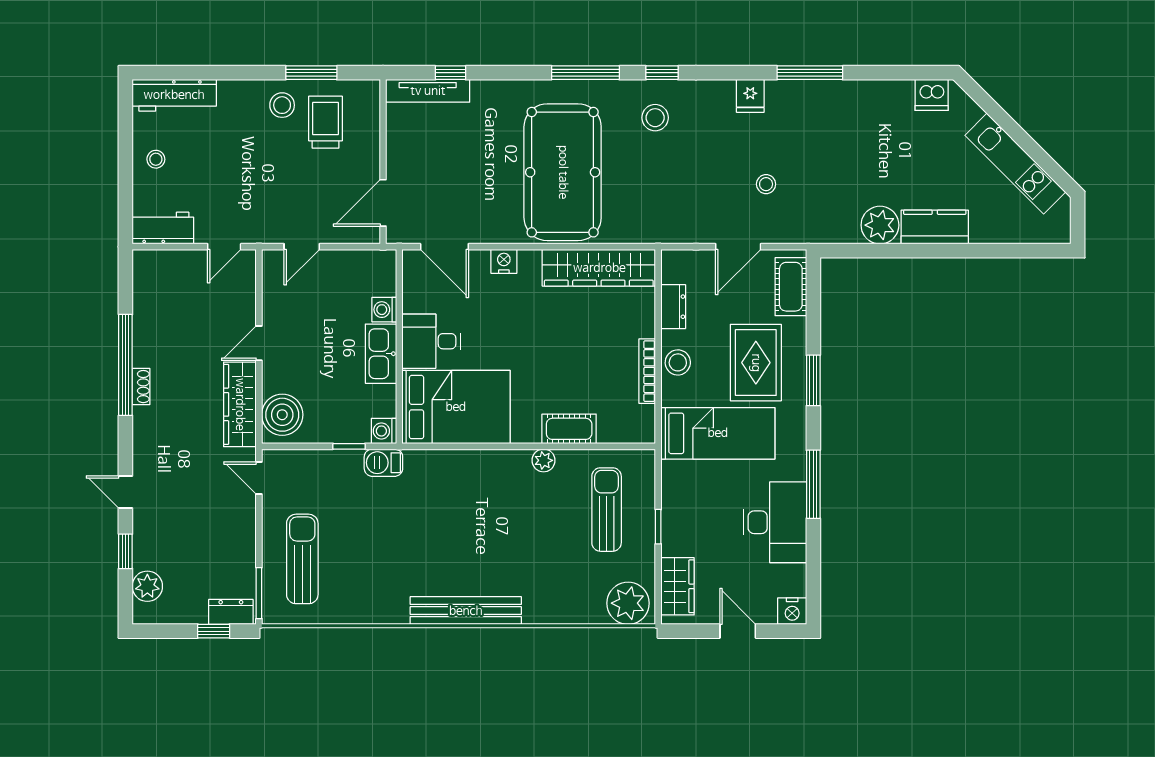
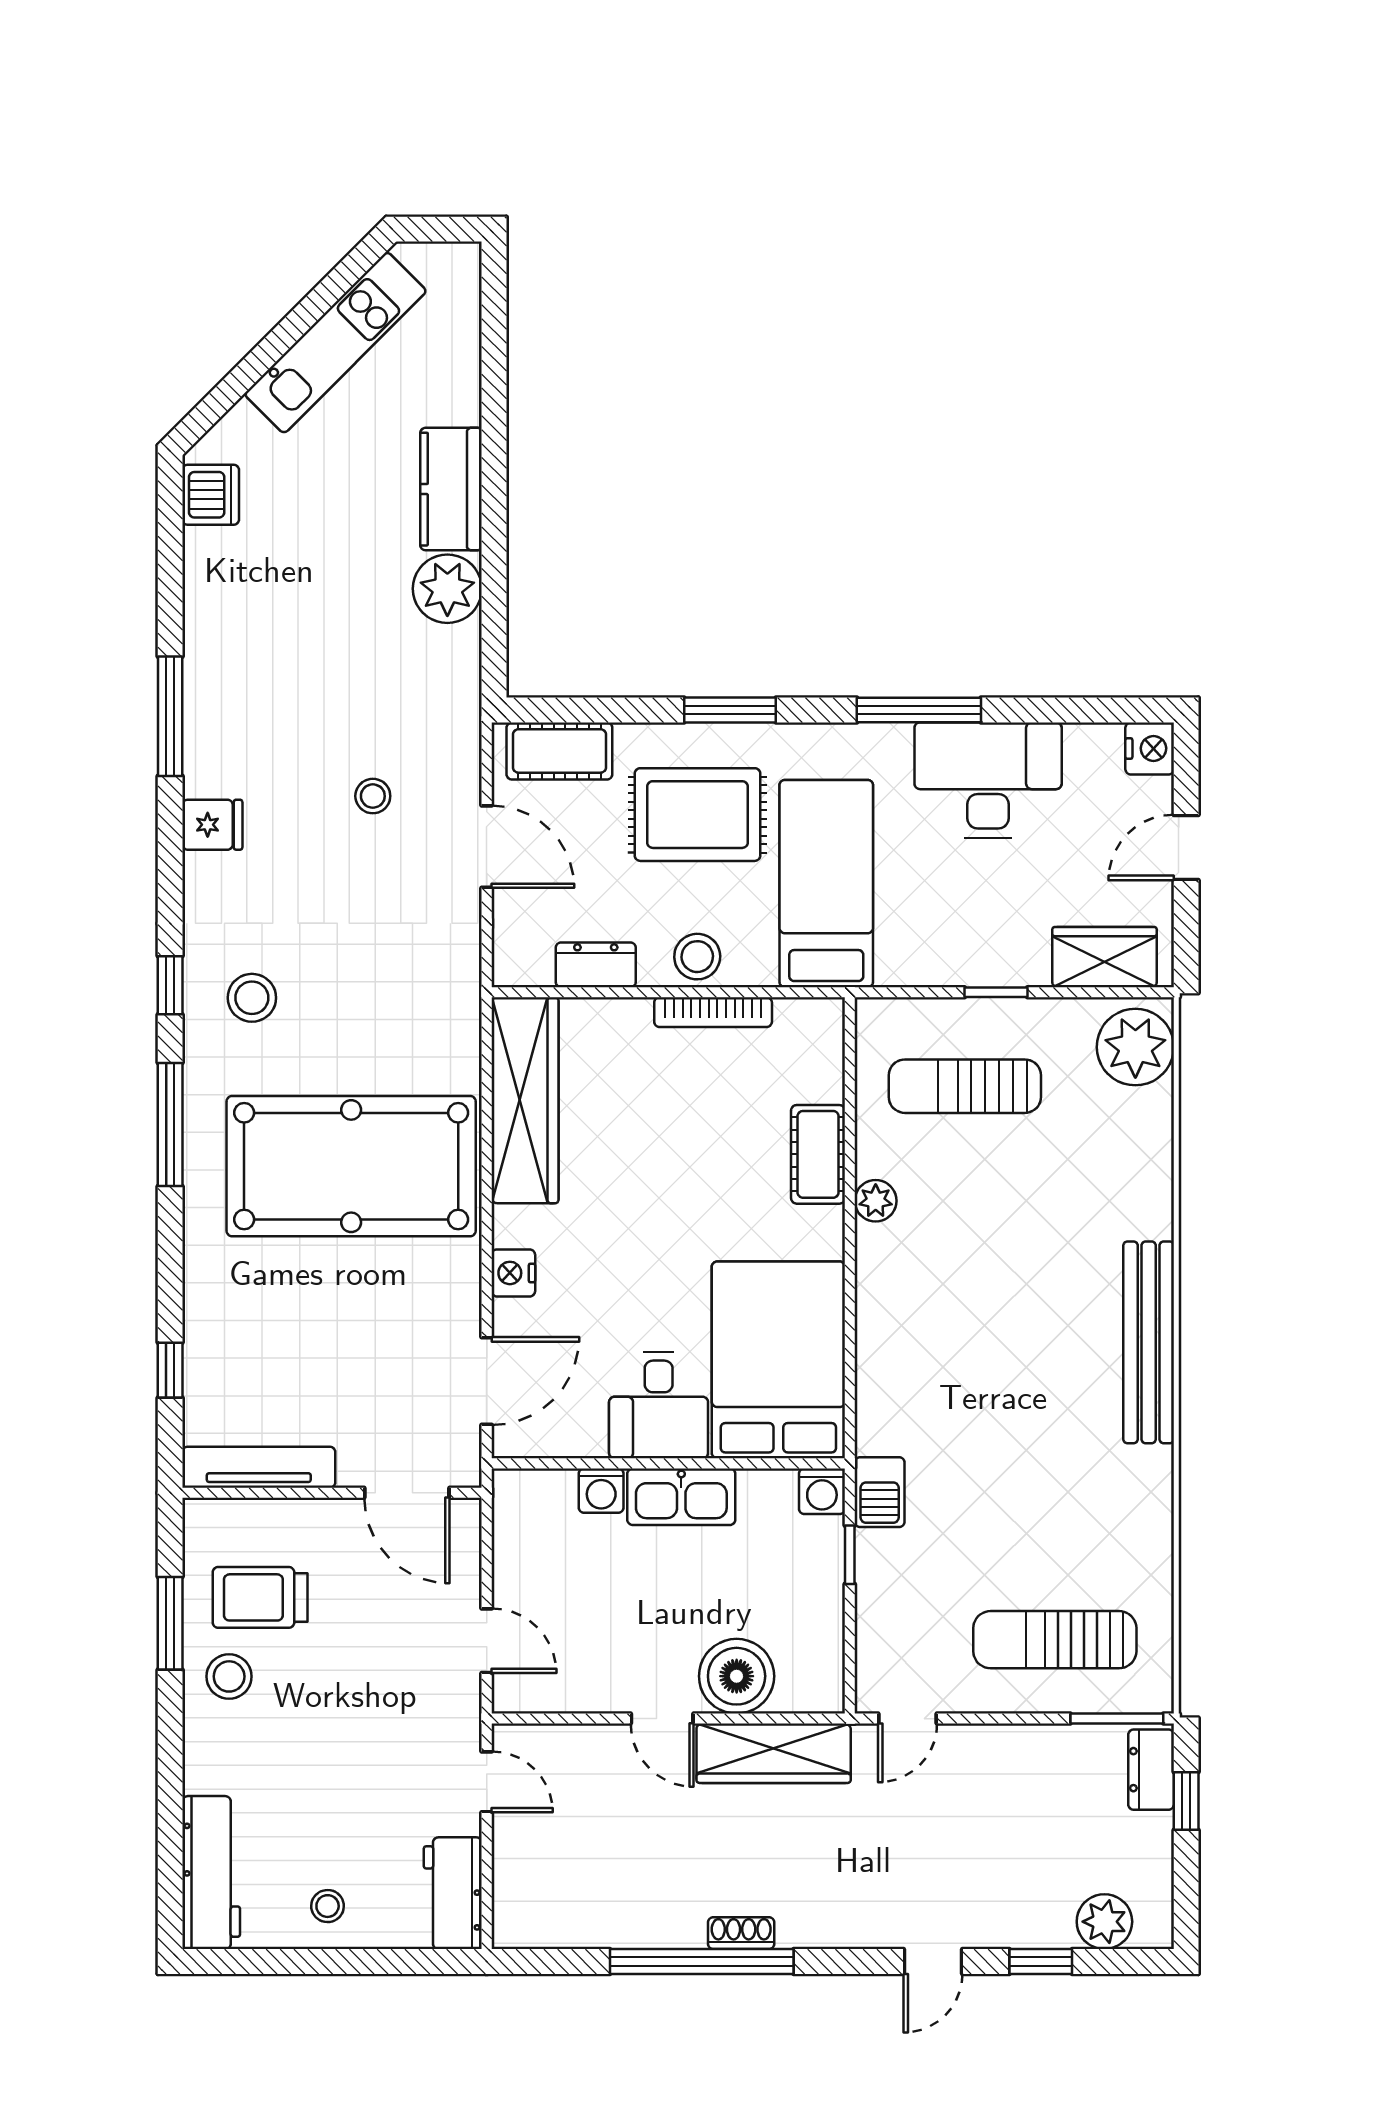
tv unit: (428, 91) -> (259, 1467), moved, turned -90
boiler: (282, 415) -> (737, 1676), moved

